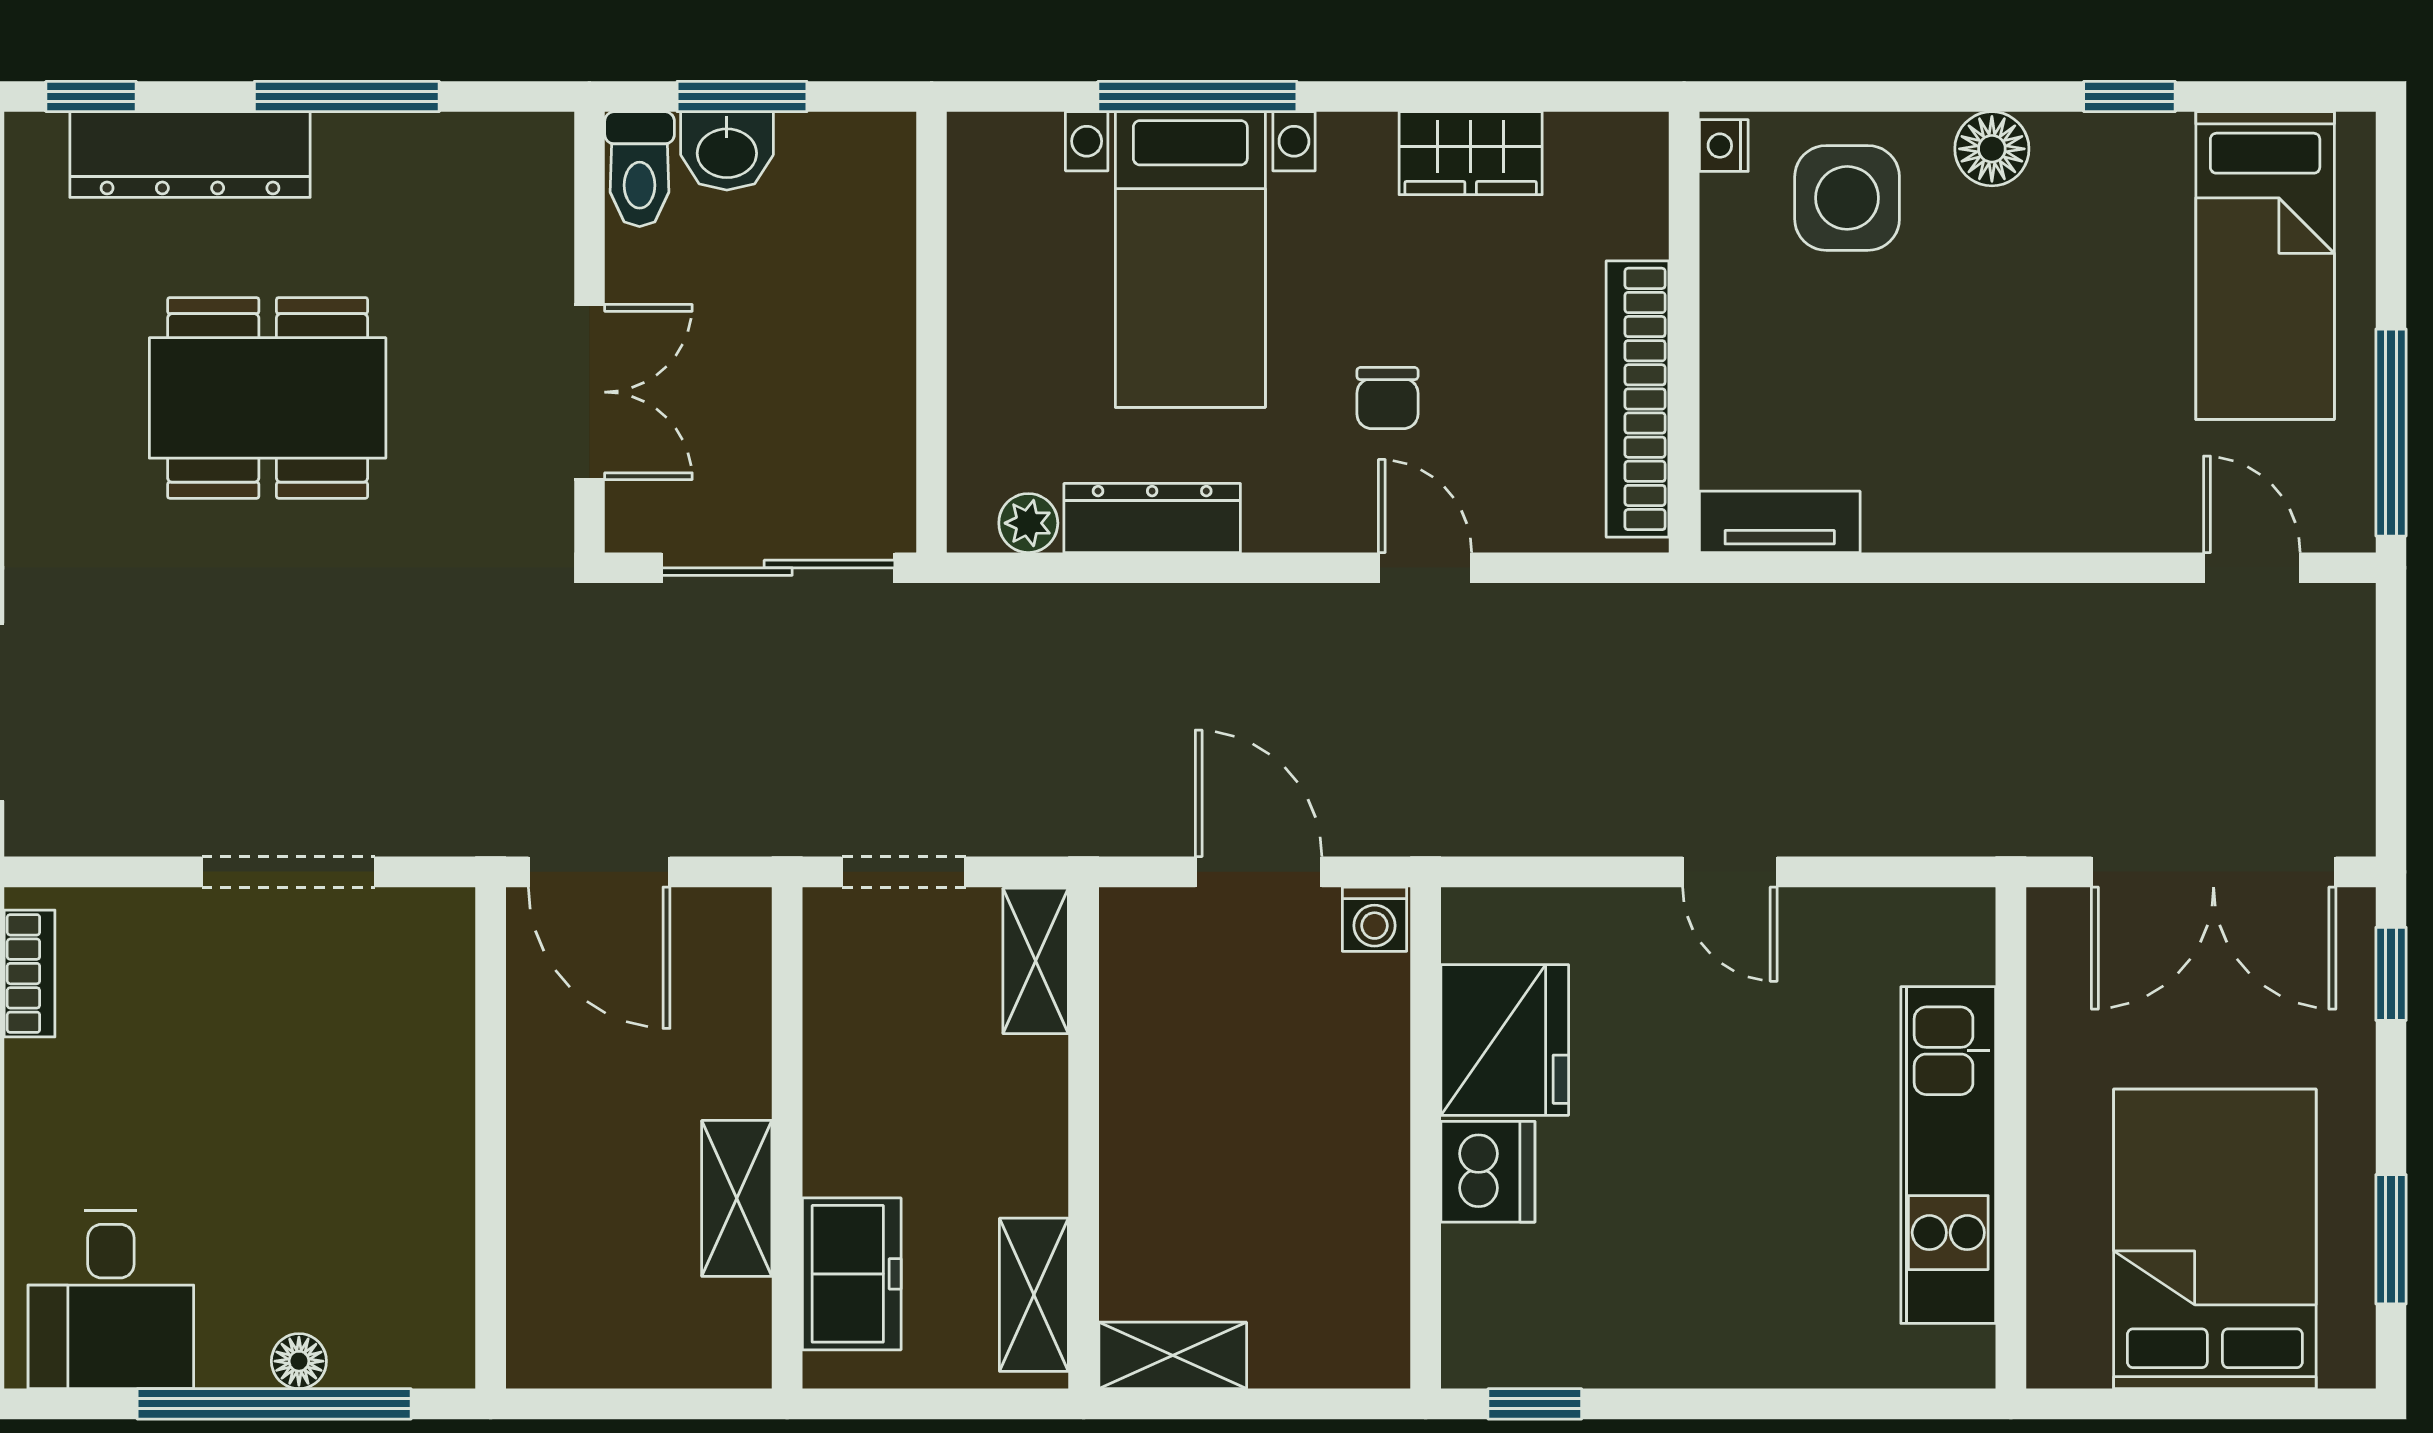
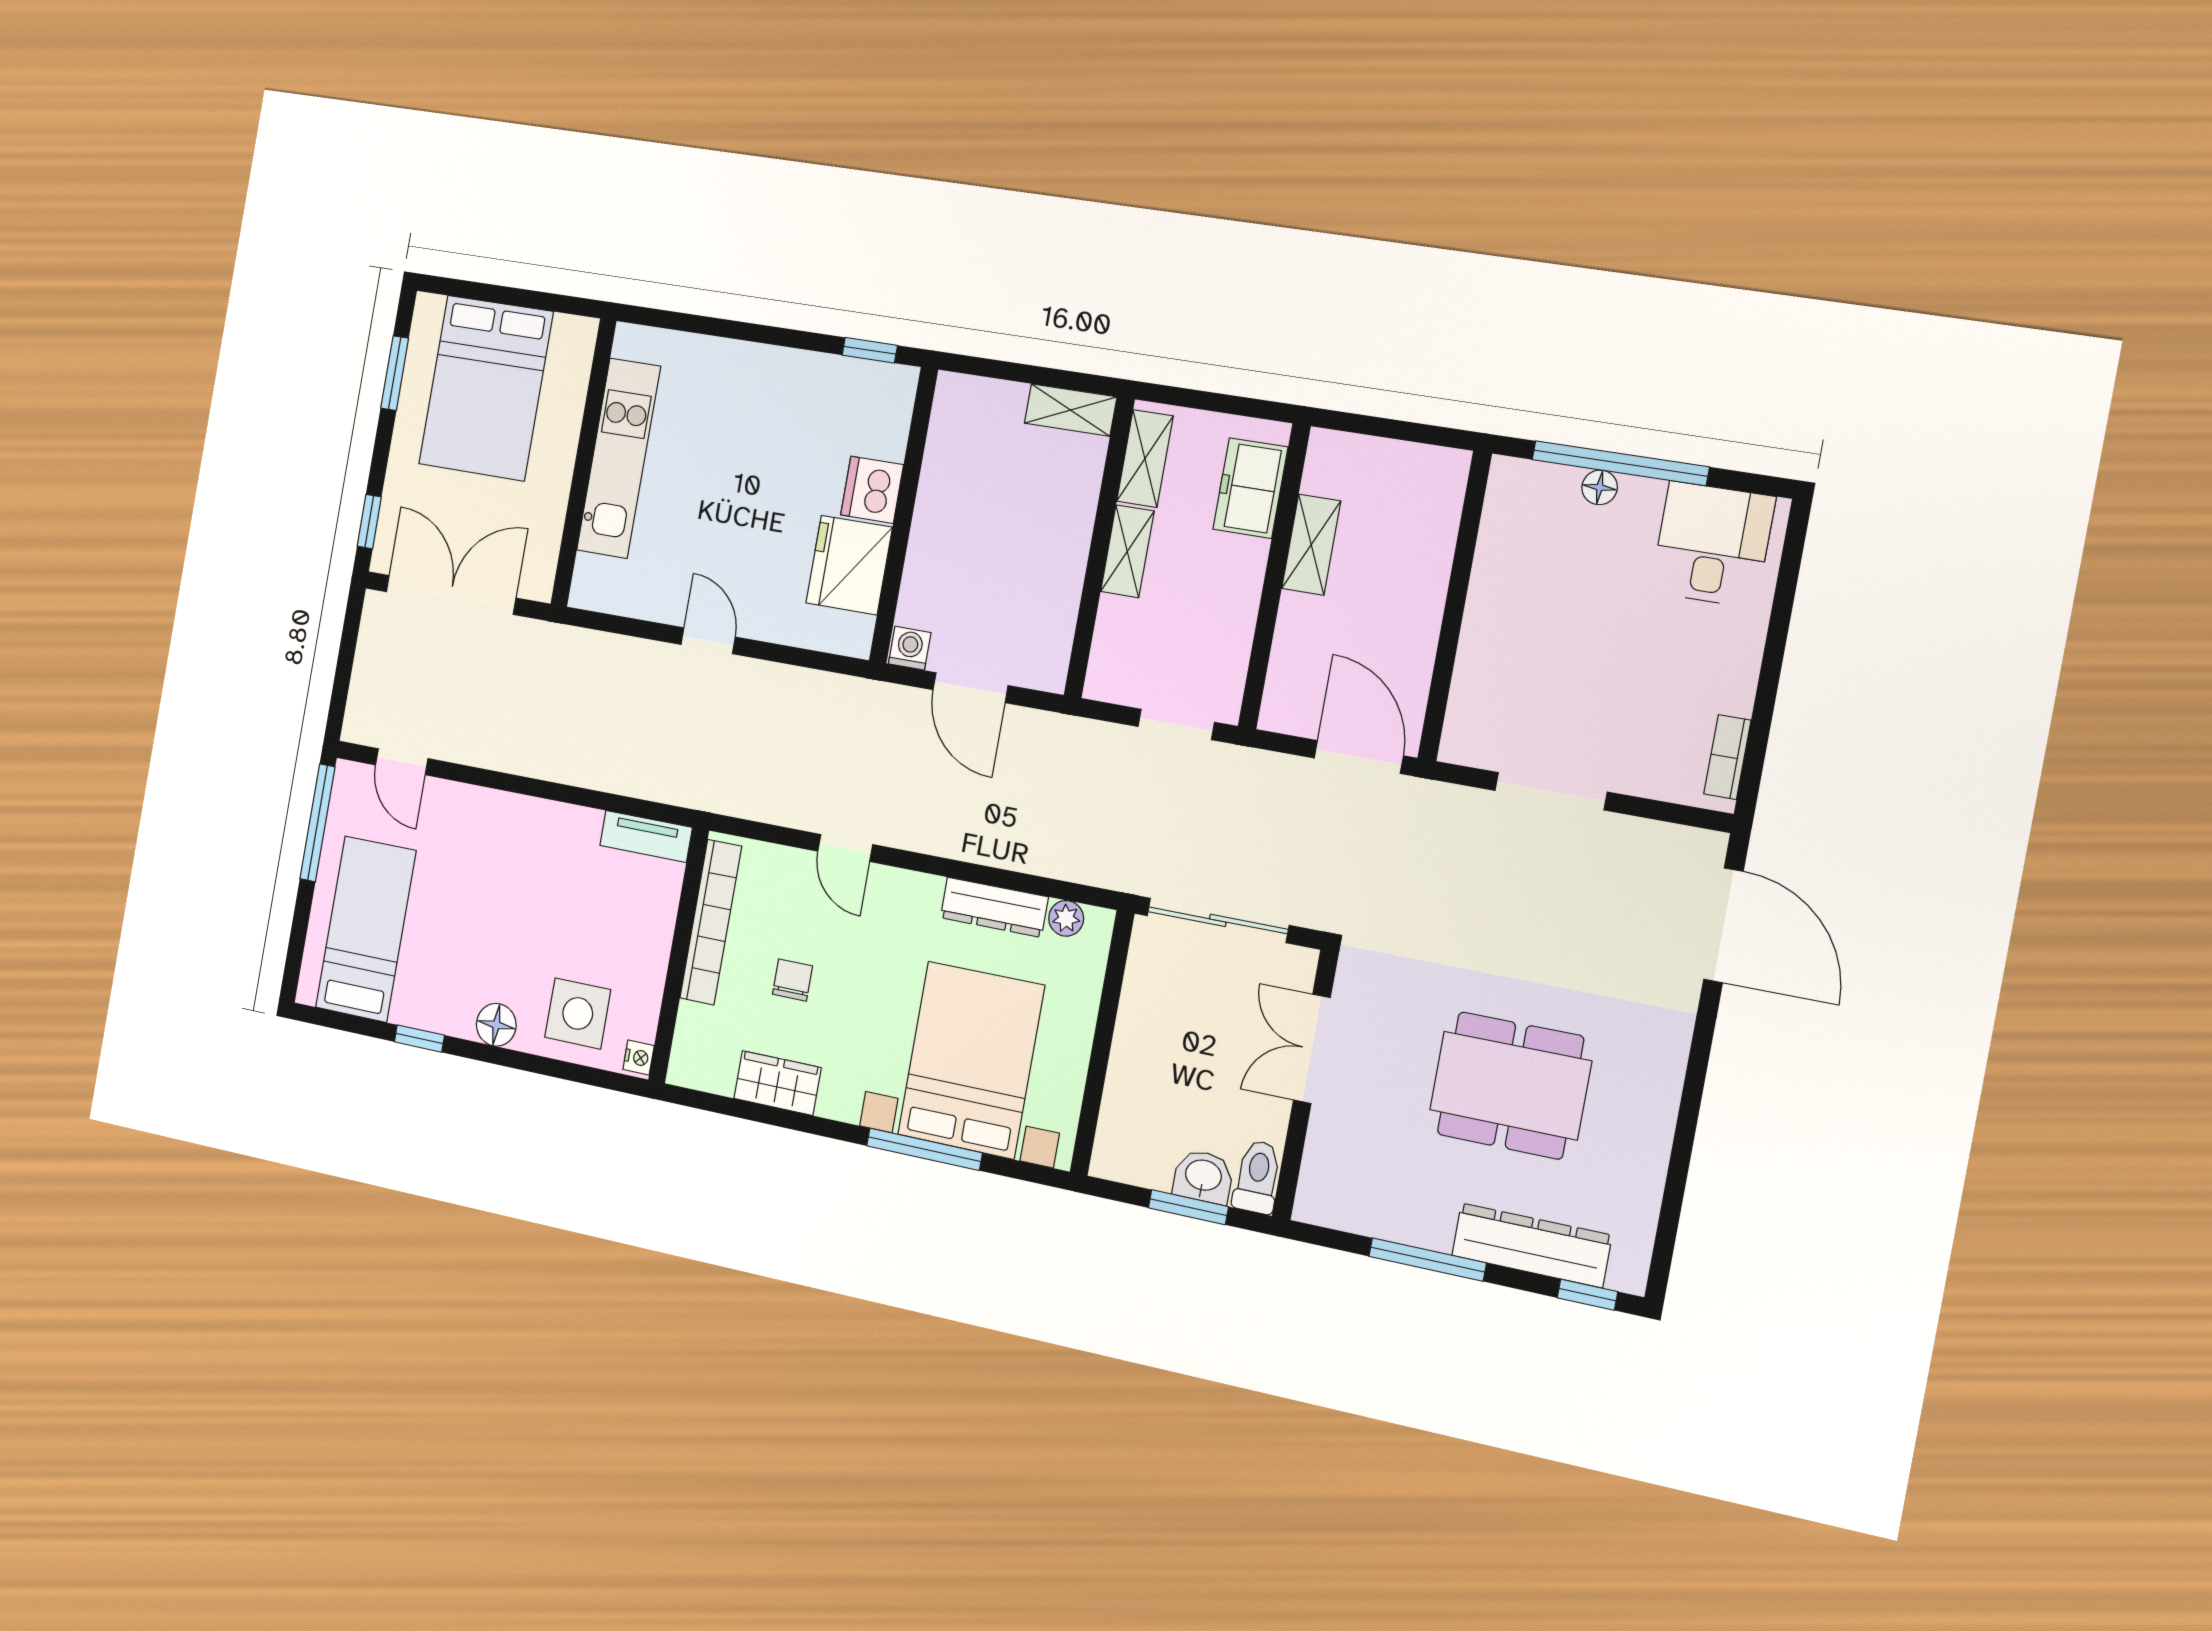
bed with nightstands: (1190, 259) -> (971, 1060), width x1.36
chair: (1387, 398) -> (792, 980), moved
shelving: (1036, 961) -> (1127, 551), moved

